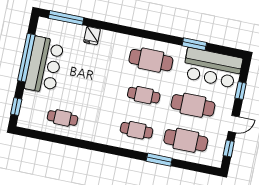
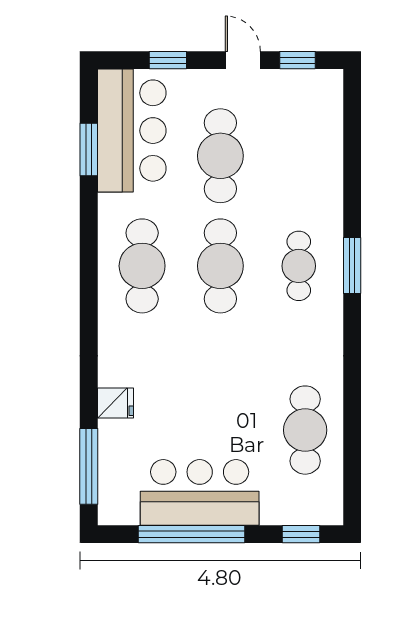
window: (194, 44) -> (89, 150), moved
cafe table: (144, 95) -> (220, 266), width x1.37, depth x1.35
cafe table: (62, 118) -> (305, 430), width x1.37, depth x1.35
cafe table: (186, 140) -> (299, 156), removed
window: (159, 160) -> (352, 266), moved

